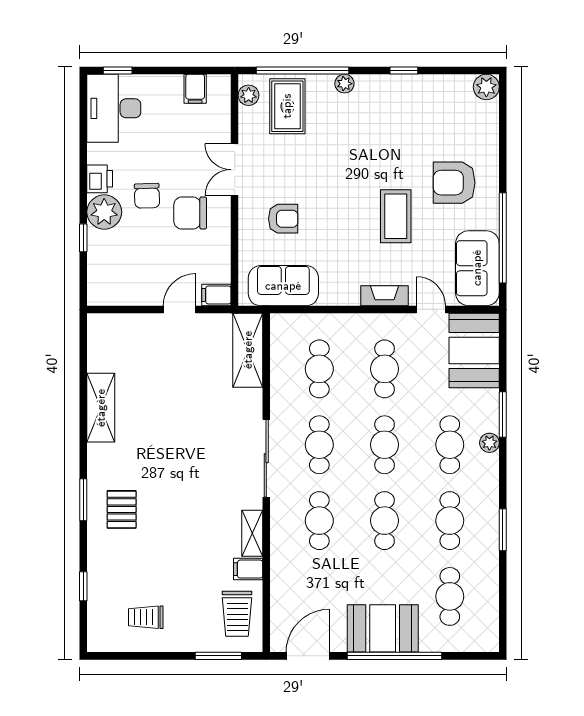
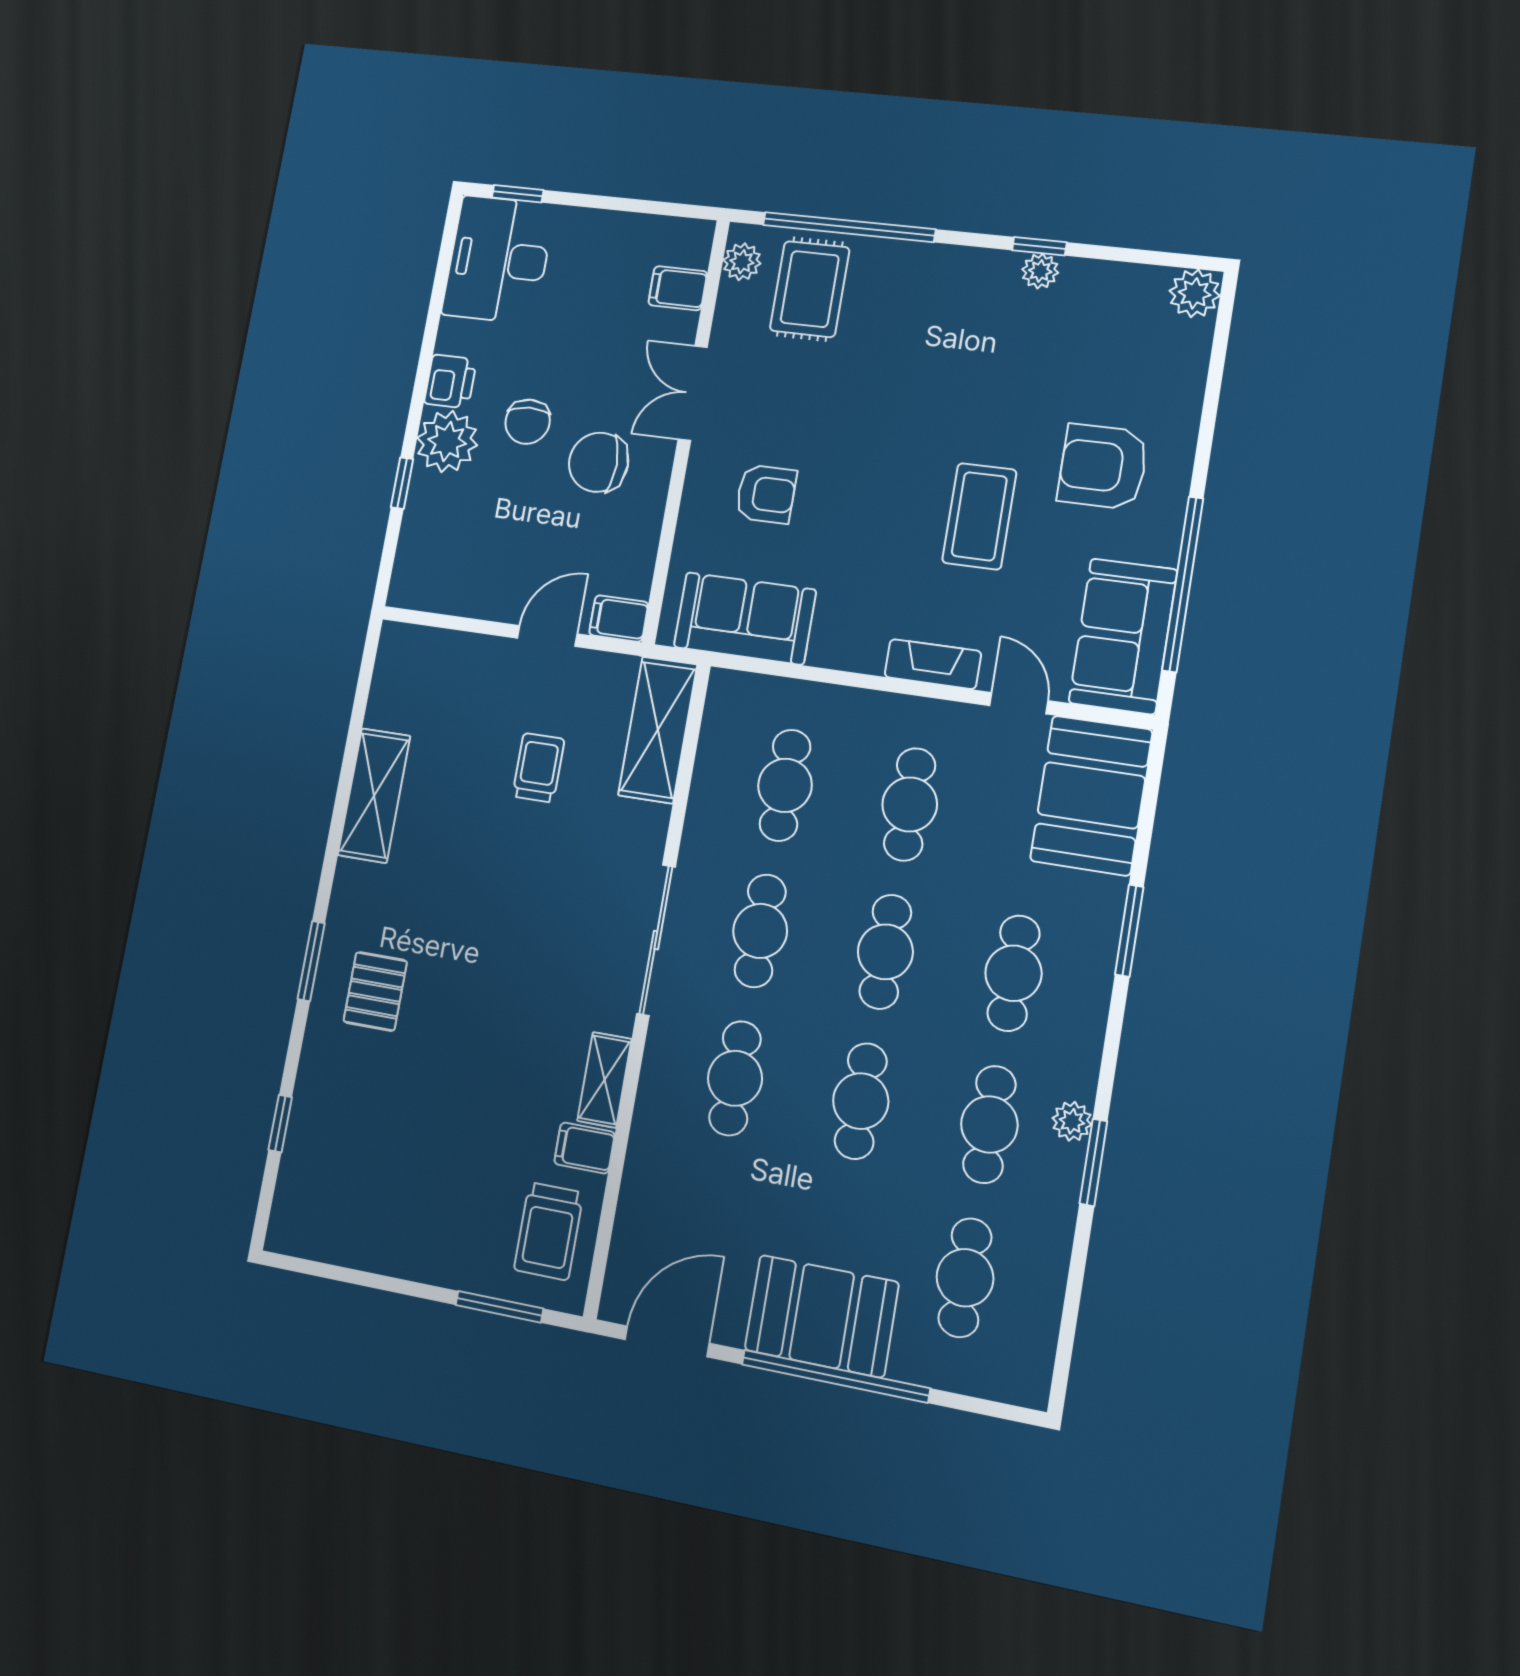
plant: (344, 84) -> (1040, 271), moved
filing cabinet: (195, 89) -> (678, 288), moved, turned 90
plant: (489, 443) -> (1072, 1121), moved
trolley: (146, 617) -> (538, 768), moved, turned 90

